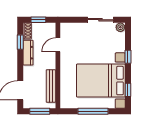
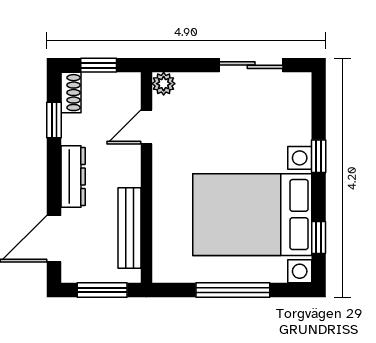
plant: (120, 27) -> (164, 84), moved
dresser: (28, 53) -> (73, 177), moved

